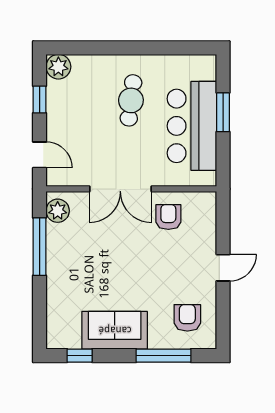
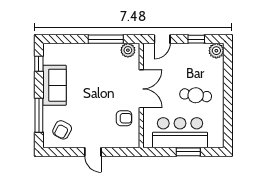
double door: (120, 189) -> (141, 89), swing flipped
armchair: (187, 318) -> (62, 130), turned 118

